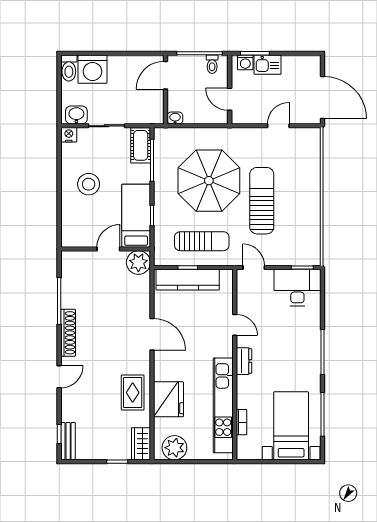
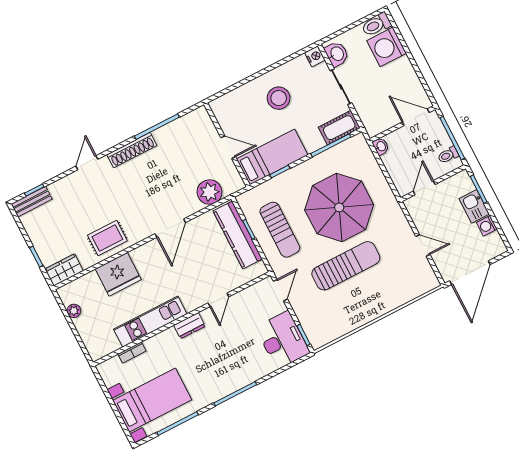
washing machine: (245, 62) -> (487, 226), moved
plant: (138, 263) -> (210, 192), moved
door: (59, 377) -> (87, 163), swing flipped
kitchen unit: (223, 405) -> (150, 322), width x0.73
plant: (174, 448) -> (74, 311), width x0.53, depth x0.53

